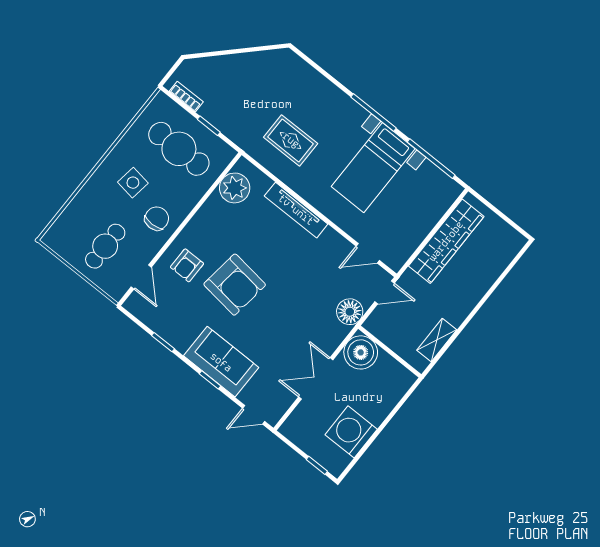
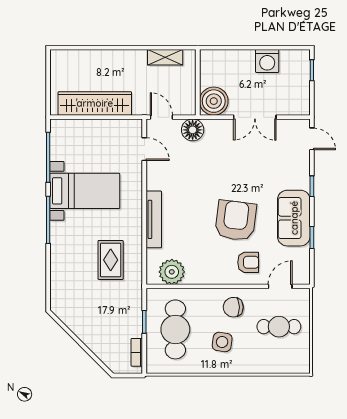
sofa: (221, 362) -> (294, 218), moved
washing machine: (351, 432) -> (267, 61), width x0.73, depth x0.73

